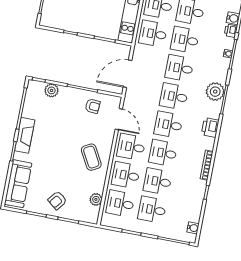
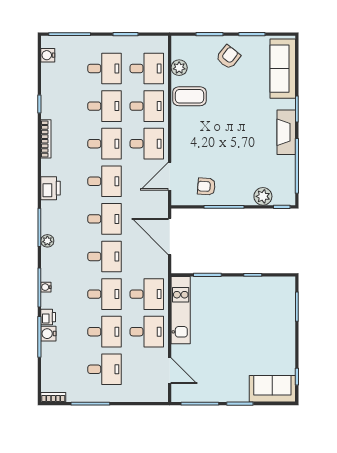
door: (127, 74) -> (170, 236), swing flipped
plant: (215, 92) -> (47, 241), width x0.53, depth x0.53
door: (119, 119) -> (170, 176), hinge flipped
coffee table: (91, 157) -> (190, 96), moved, turned -61

